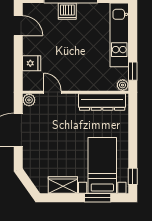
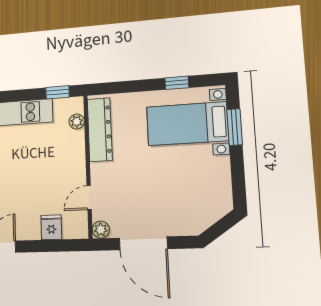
plant: (123, 85) -> (77, 122), moved
window: (133, 176) -> (177, 83), moved
wardrobe: (63, 185) -> (219, 177), removed

